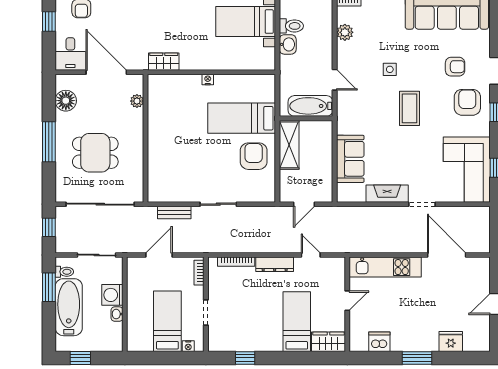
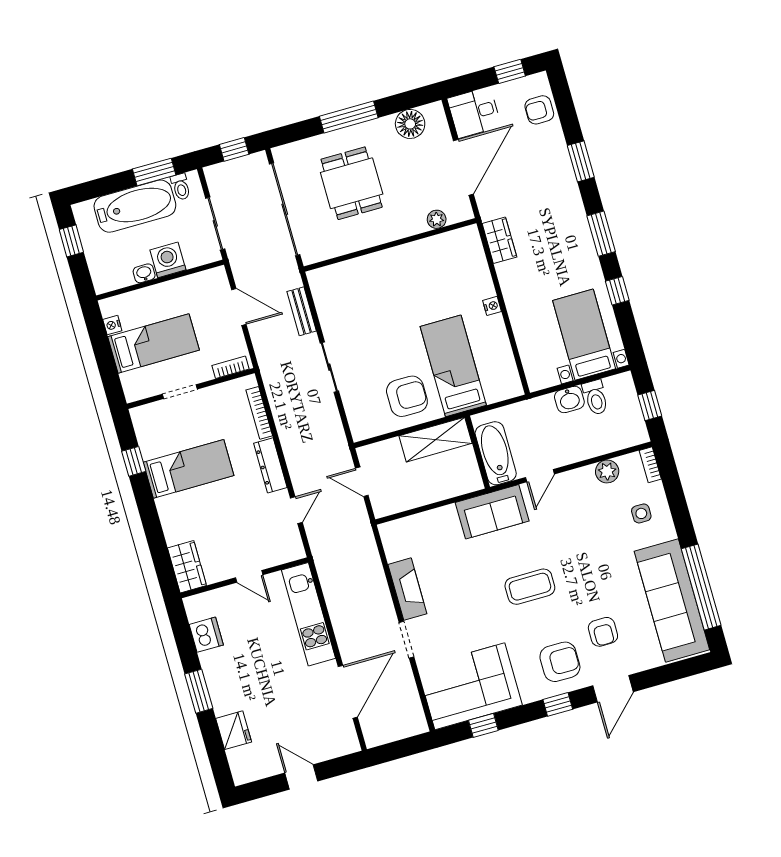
side table: (390, 69) -> (641, 513), moved
sofa: (350, 159) -> (492, 512), moved
bed: (297, 322) -> (189, 469), moved
nightstand: (188, 346) -> (112, 325), moved

